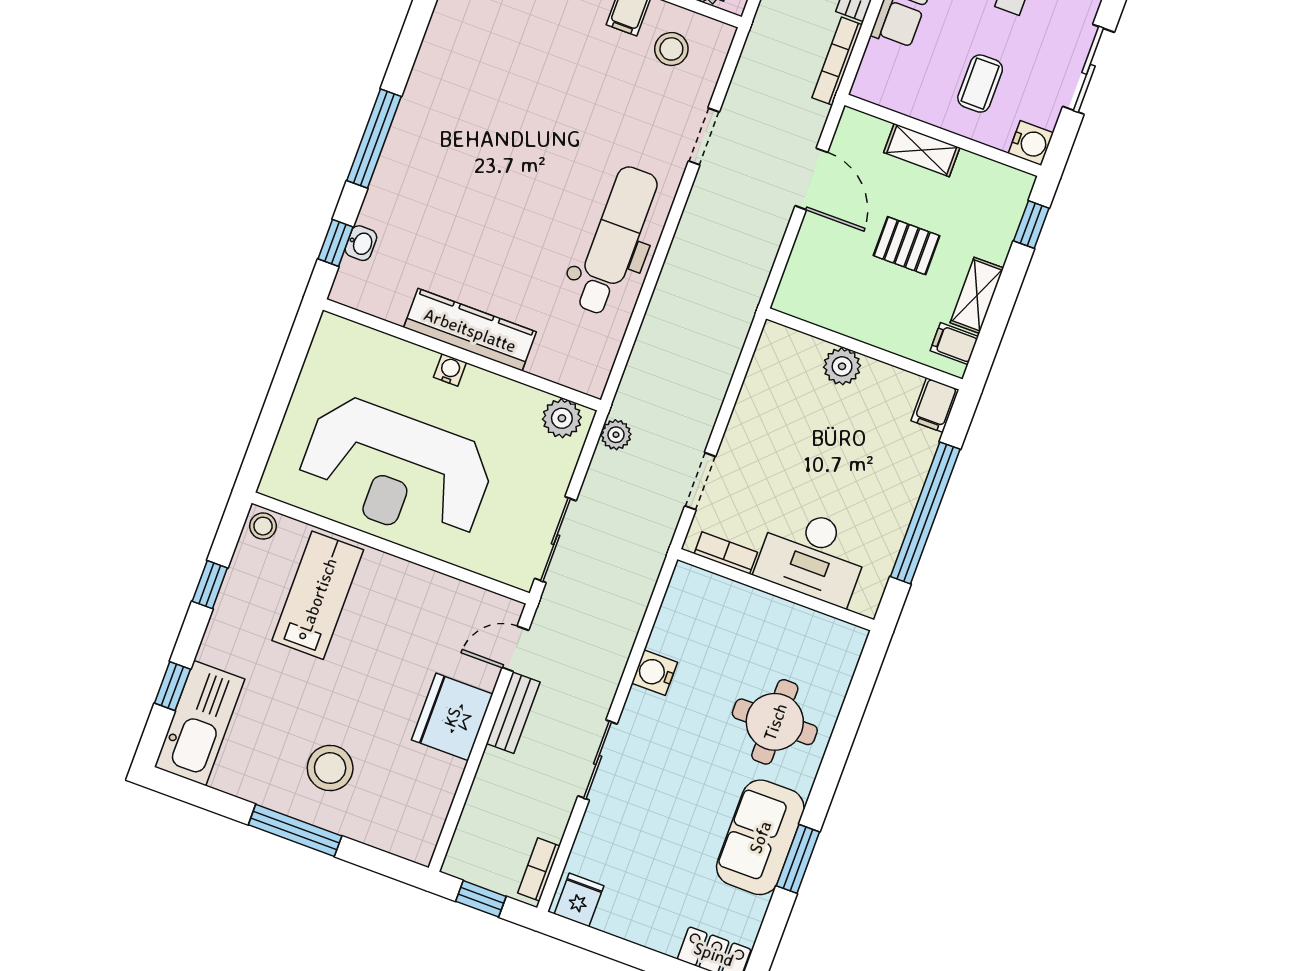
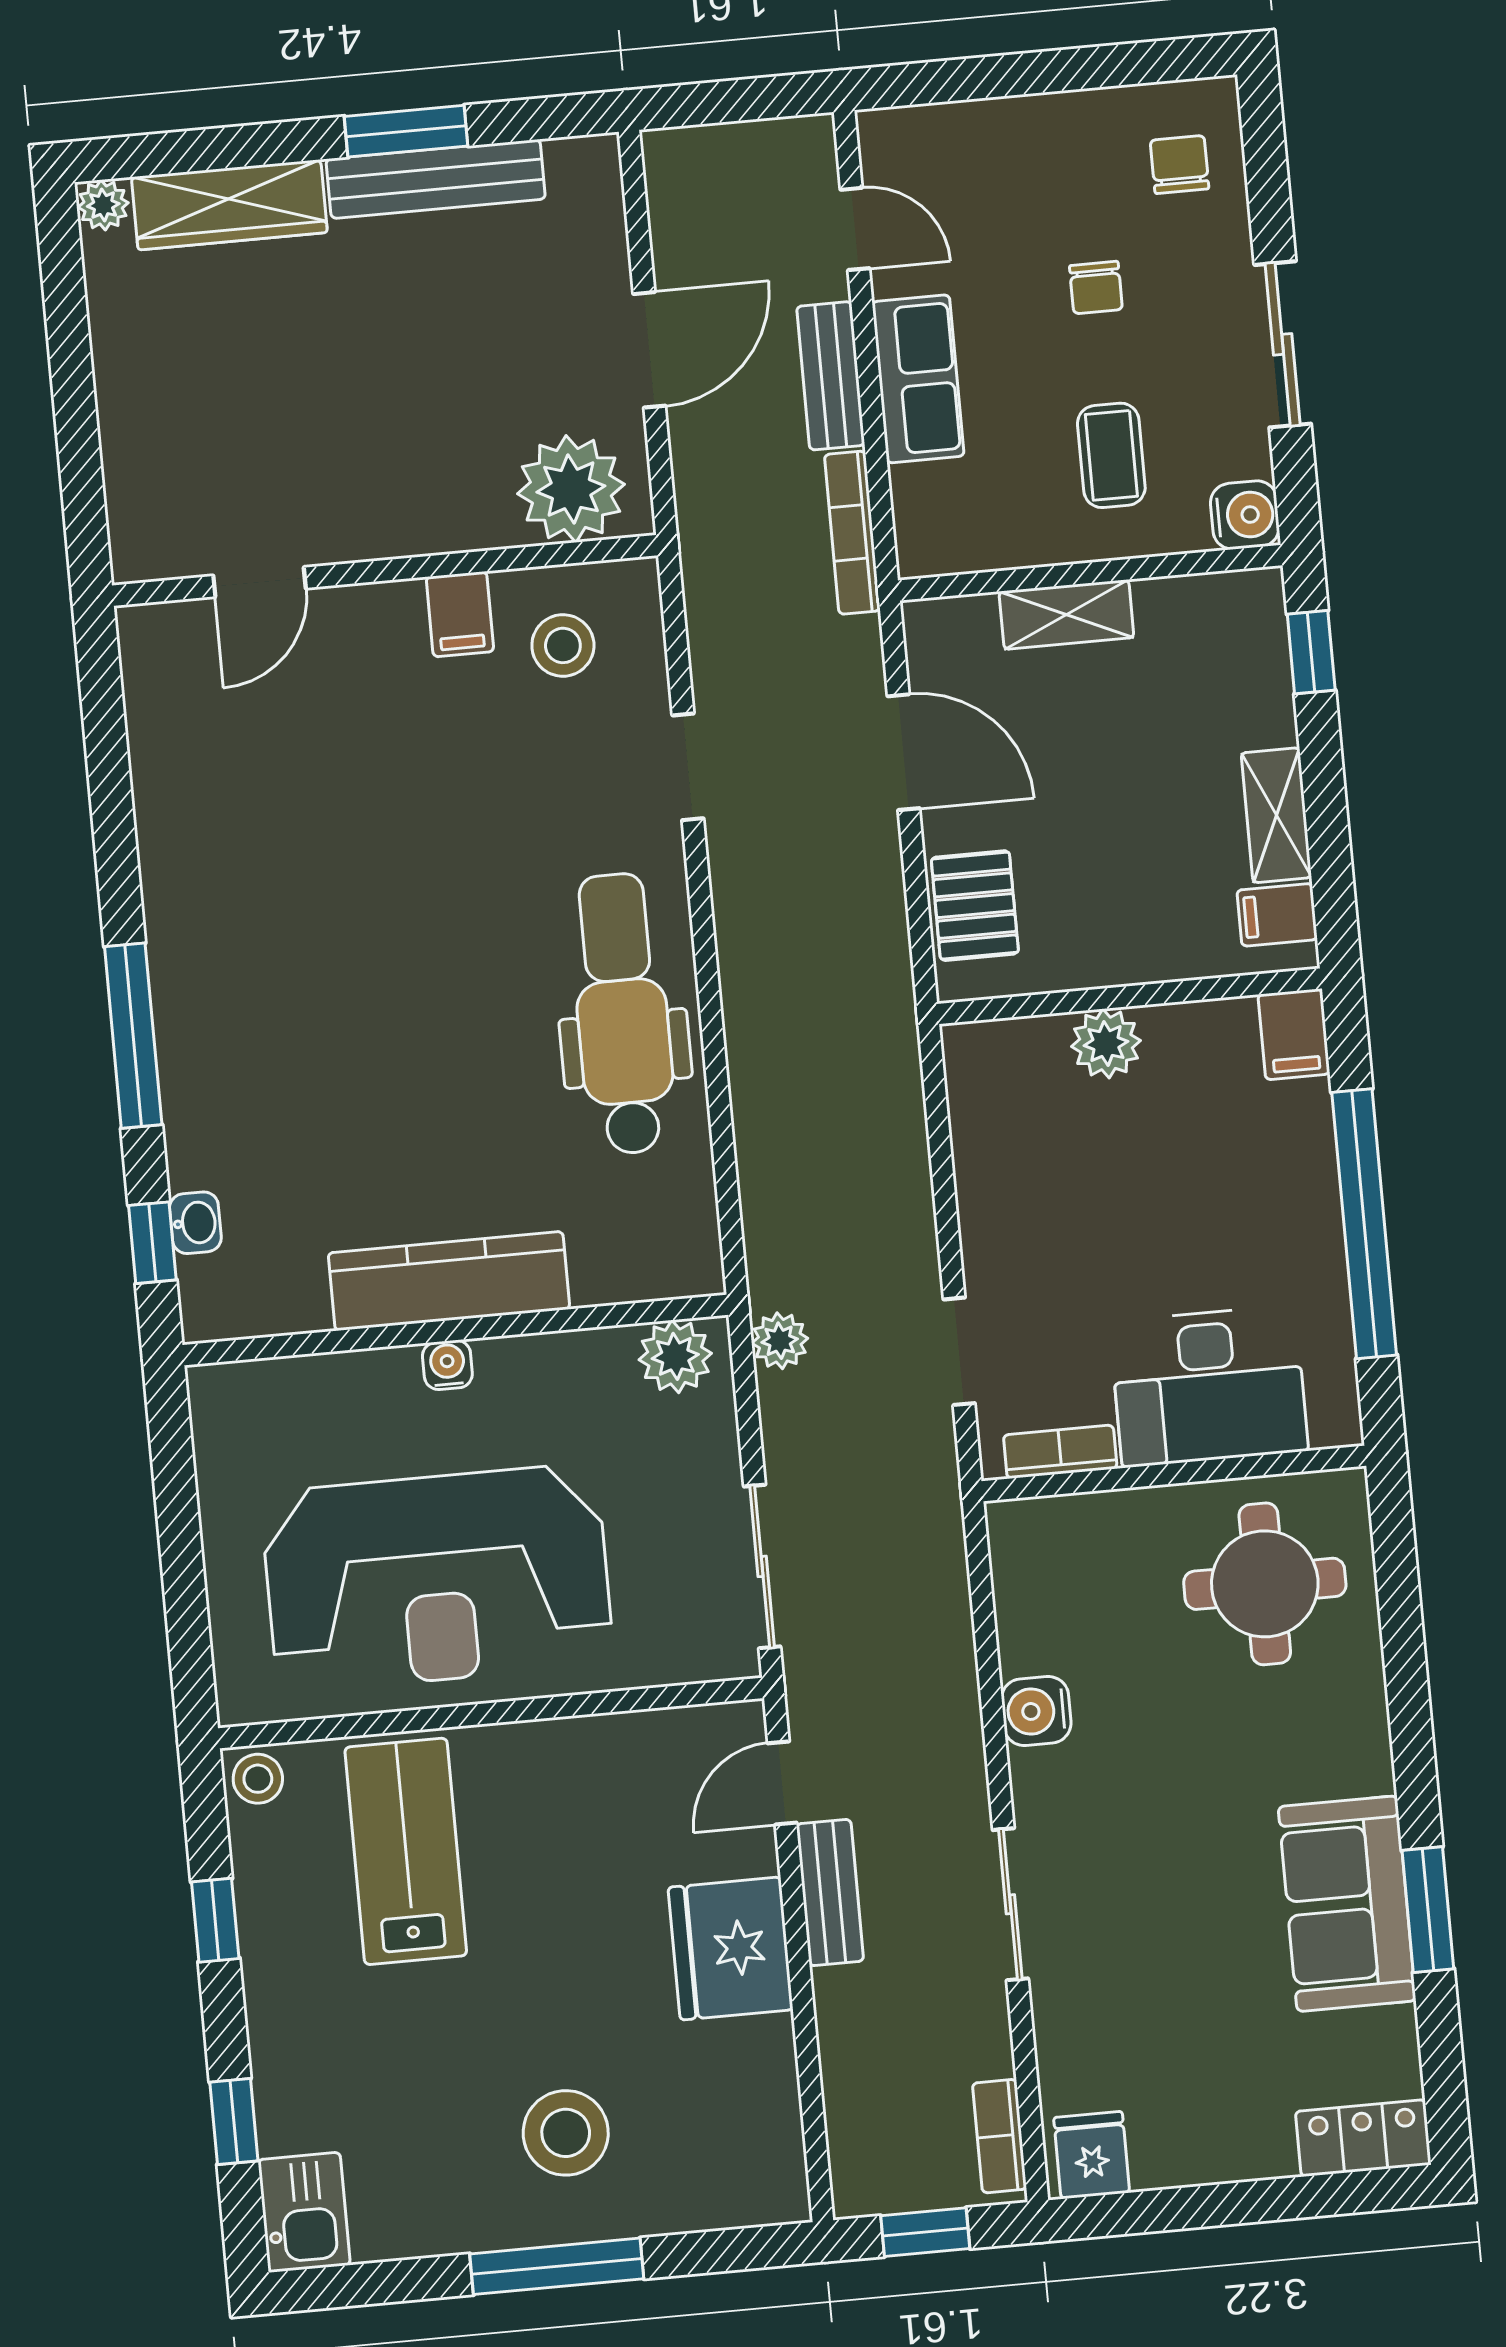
pallet: (907, 246) -> (975, 906), moved, turned 90
round table: (775, 722) -> (1265, 1584), moved
kitchen sink: (200, 723) -> (304, 2212), width x0.53, depth x0.81

